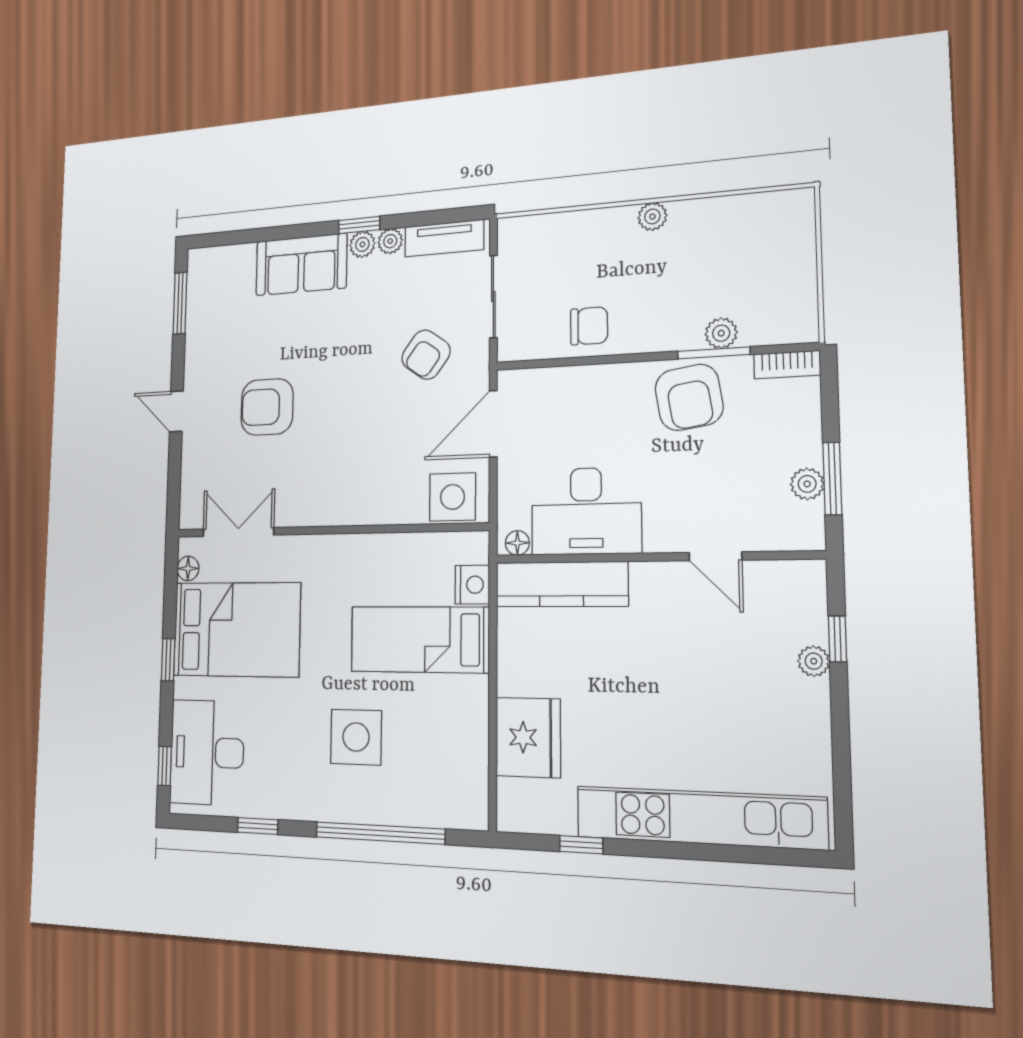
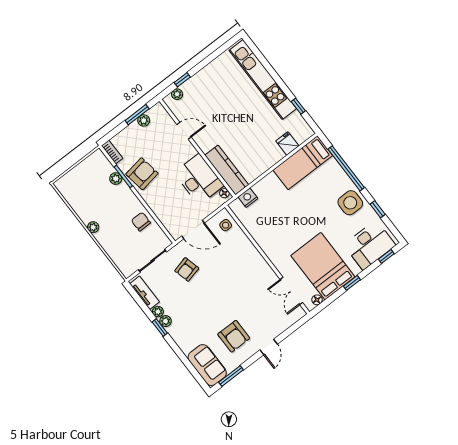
sofa: (301, 264) -> (207, 365), moved
armchair: (426, 355) -> (187, 269), turned 130
armchair: (267, 407) -> (234, 336), moved
side table: (452, 497) -> (226, 225), width x0.54, depth x0.54
door: (715, 556) -> (184, 131), hinge flipped
bed: (419, 640) -> (303, 163), moved, turned 90
plant: (814, 661) -> (177, 94), moved
side table: (356, 737) -> (350, 203), moved
fridge: (528, 737) -> (287, 143), width x0.53, depth x0.75

